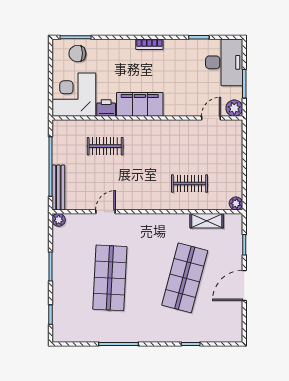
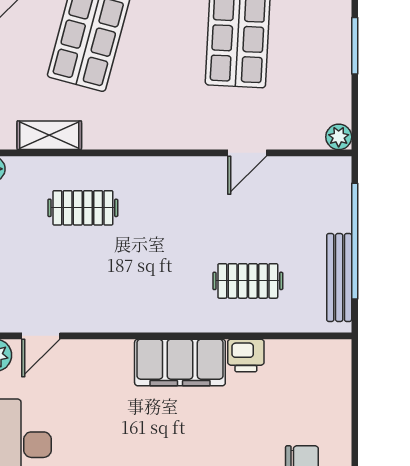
corner desk: (74, 95) -> (309, 382), removed
bench: (58, 188) -> (339, 277), moved

